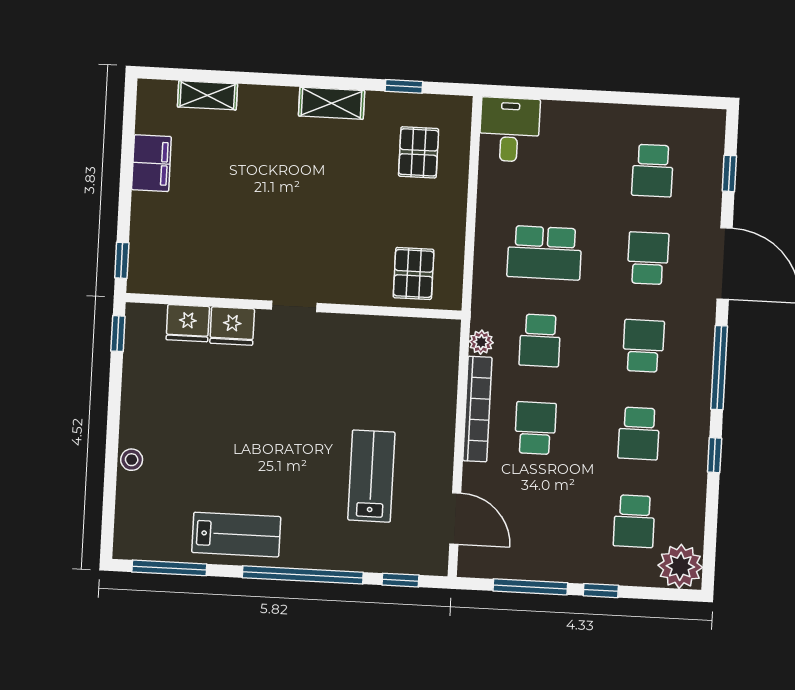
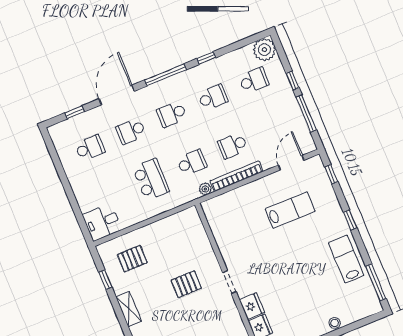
pallet: (414, 273) -> (186, 284), moved
lab bench: (371, 476) -> (290, 210), turned 180
window: (303, 575) -> (350, 220), width x0.32

